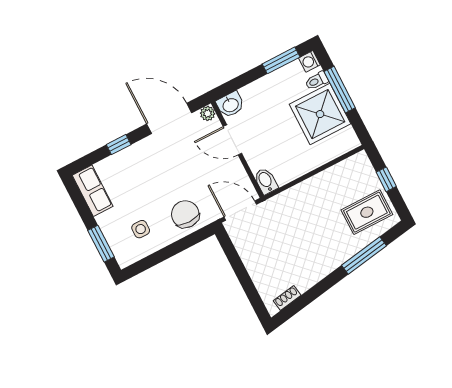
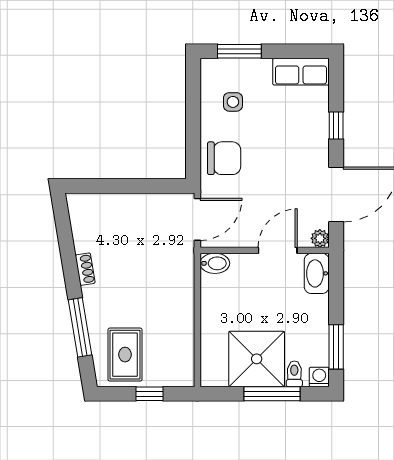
washbasin: (230, 105) -> (317, 273), width x1.38
shoe rack: (287, 298) -> (85, 269), moved

